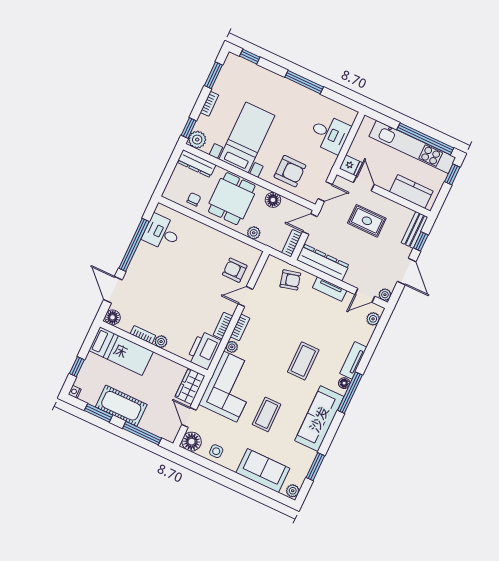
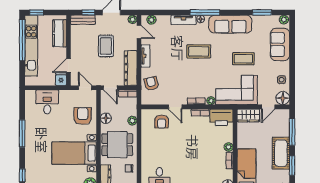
rug: (367, 221) -> (106, 46), moved

